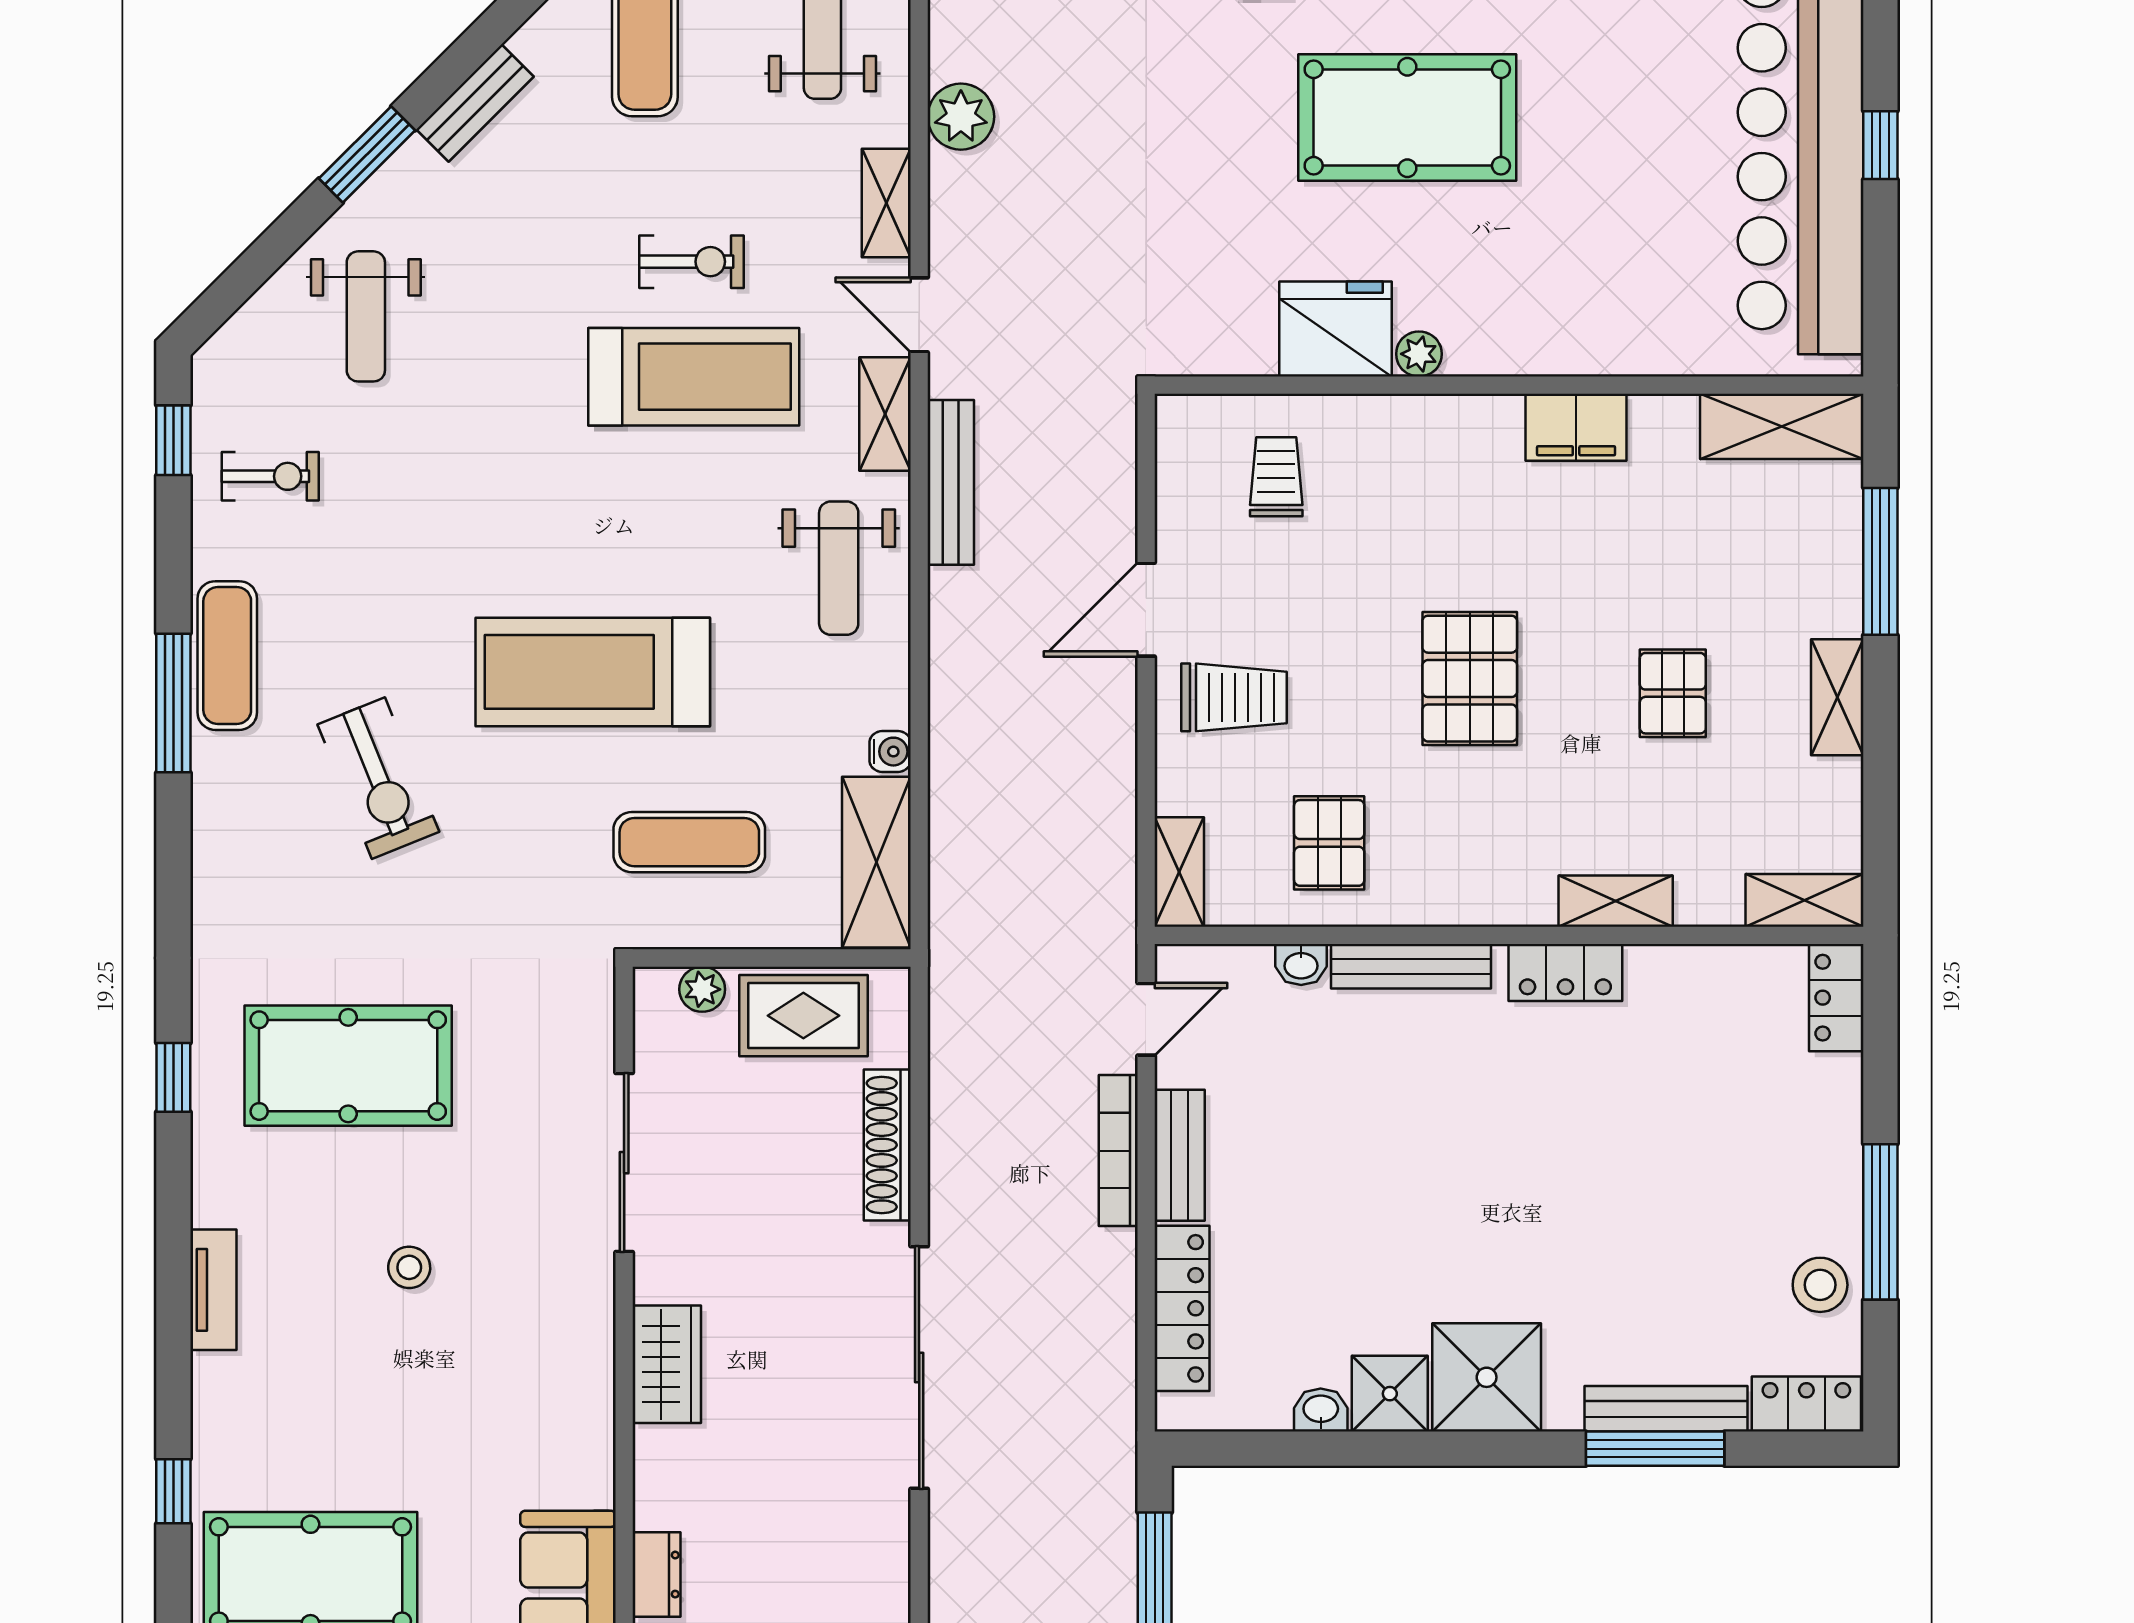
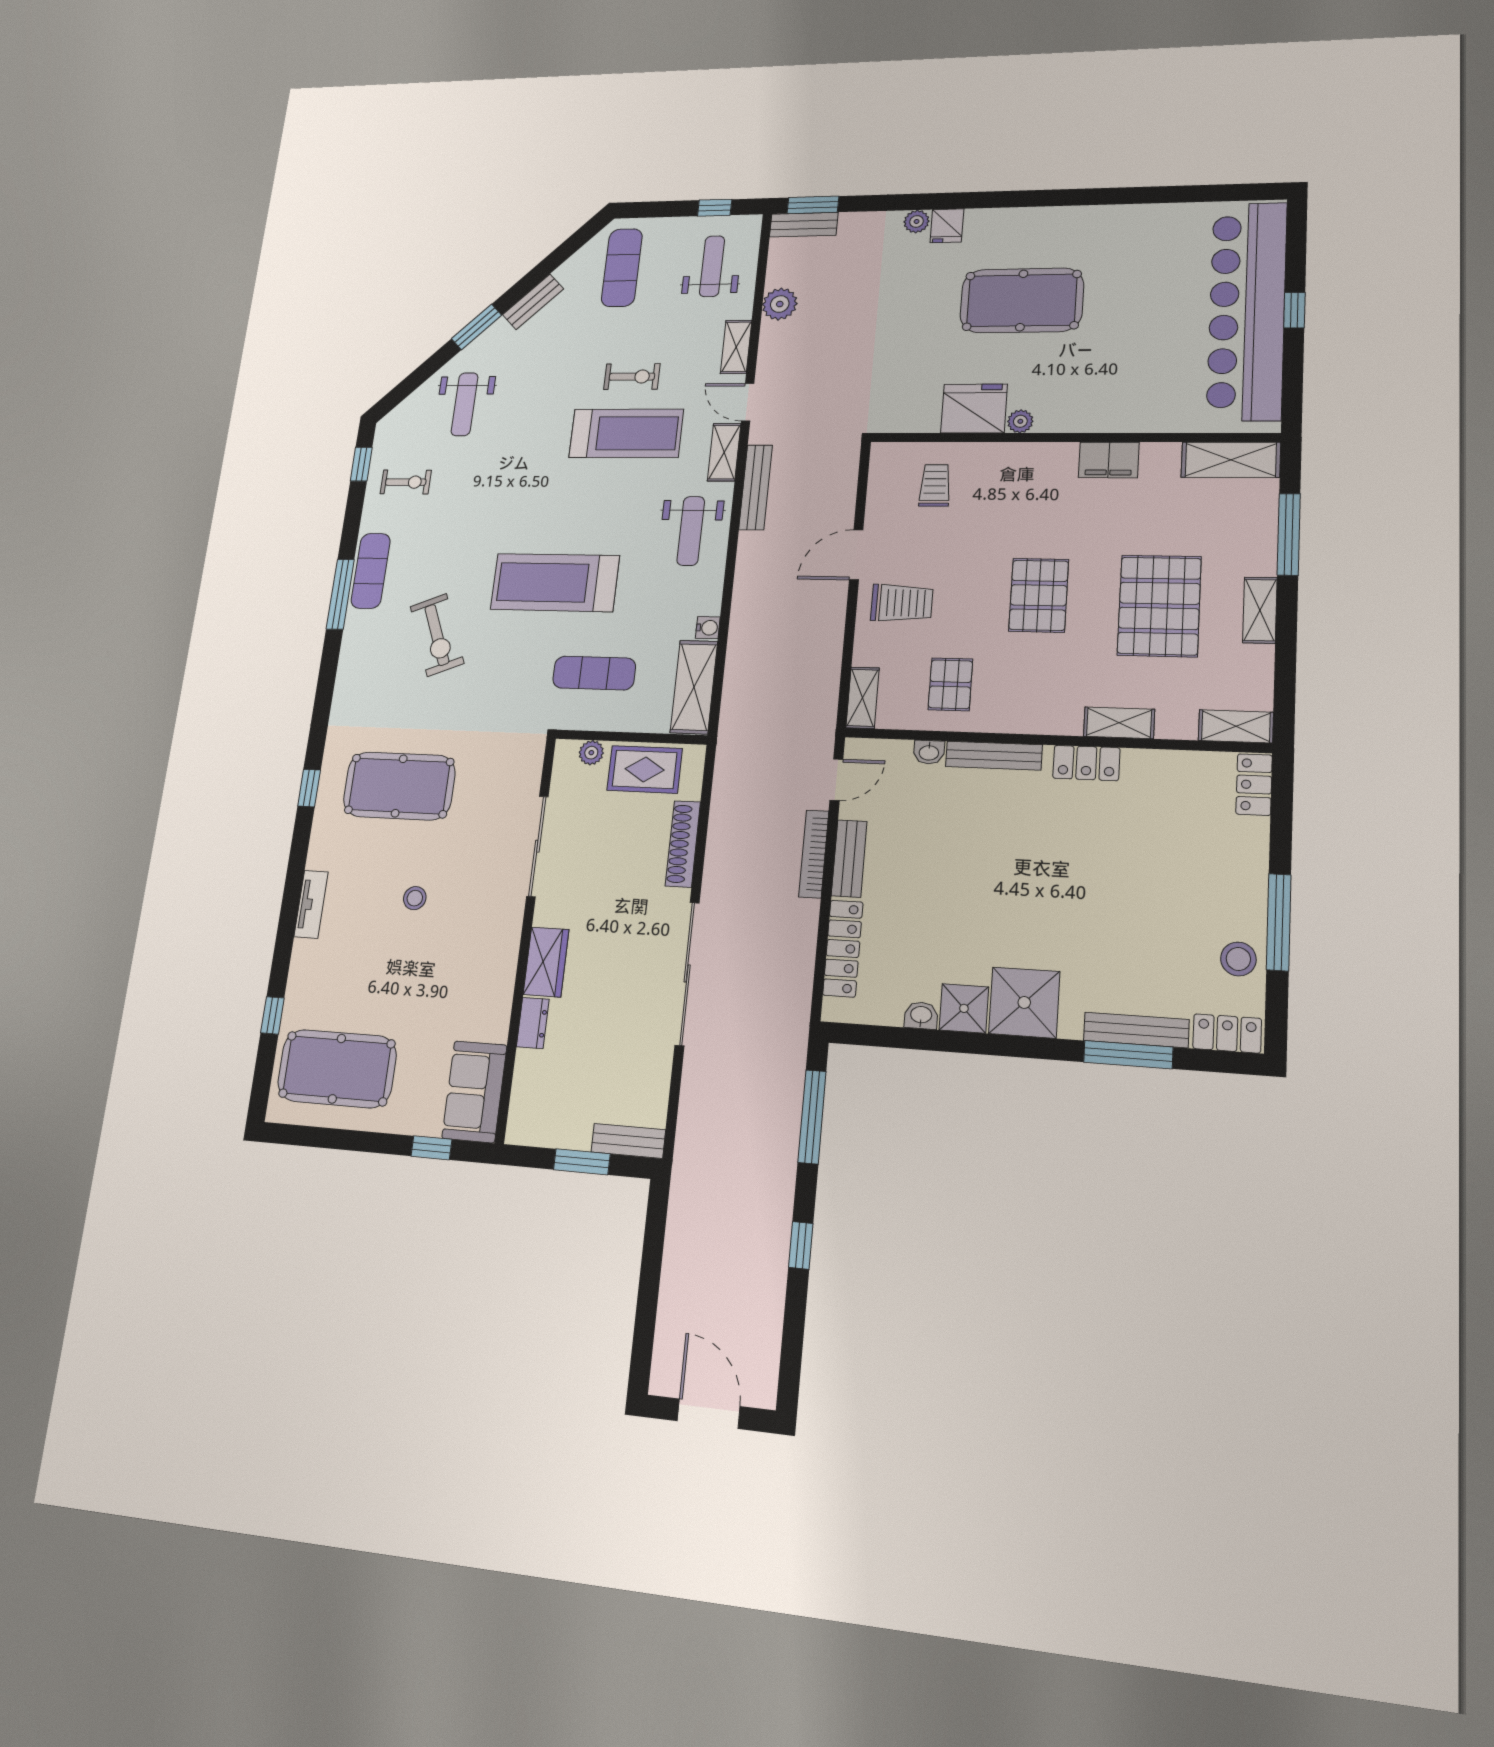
pallet: (1673, 693) -> (1159, 606), width x2.05, depth x2.00
dresser: (657, 1575) -> (533, 1023), moved

